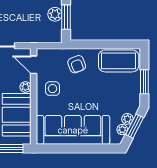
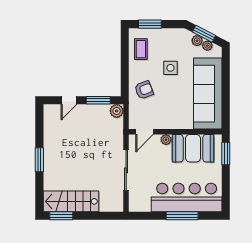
plant: (55, 14) -> (117, 111), moved
coffee table: (119, 61) -> (141, 49), width x0.54, depth x0.58
window: (144, 82) -> (150, 24), moved
side table: (53, 89) -> (170, 68), moved

